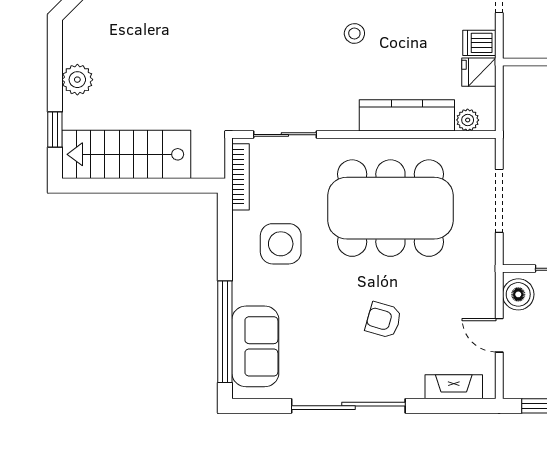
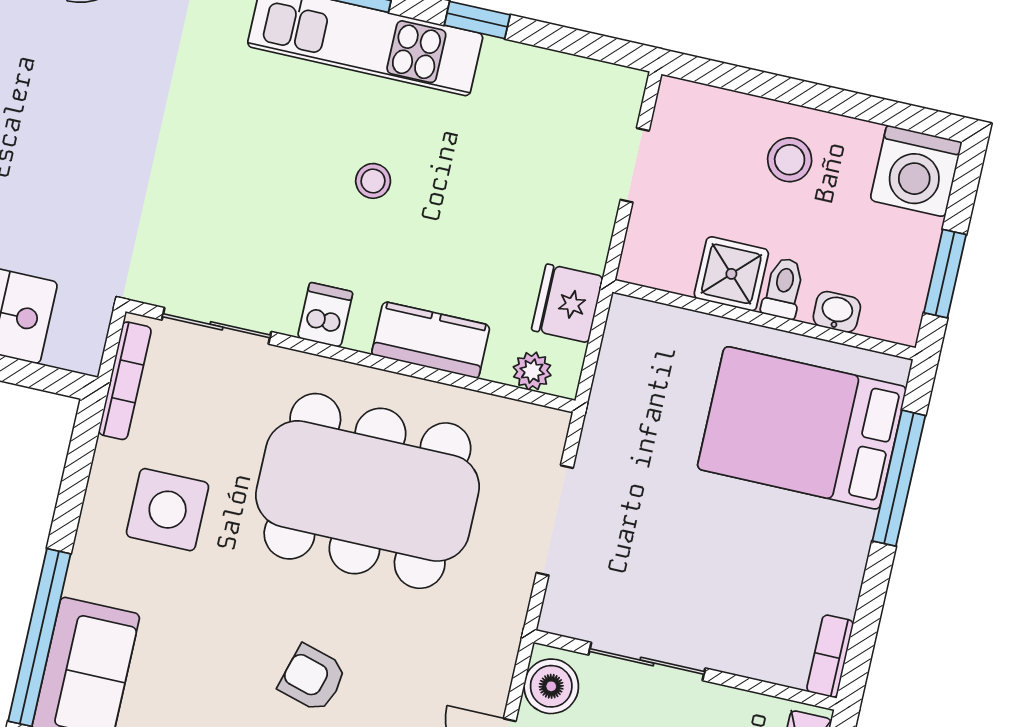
dishwasher: (479, 43) -> (325, 315), moved, turned 90
fridge: (479, 72) -> (567, 303), width x1.38
kitchen counter: (407, 115) -> (431, 340), width x0.67

